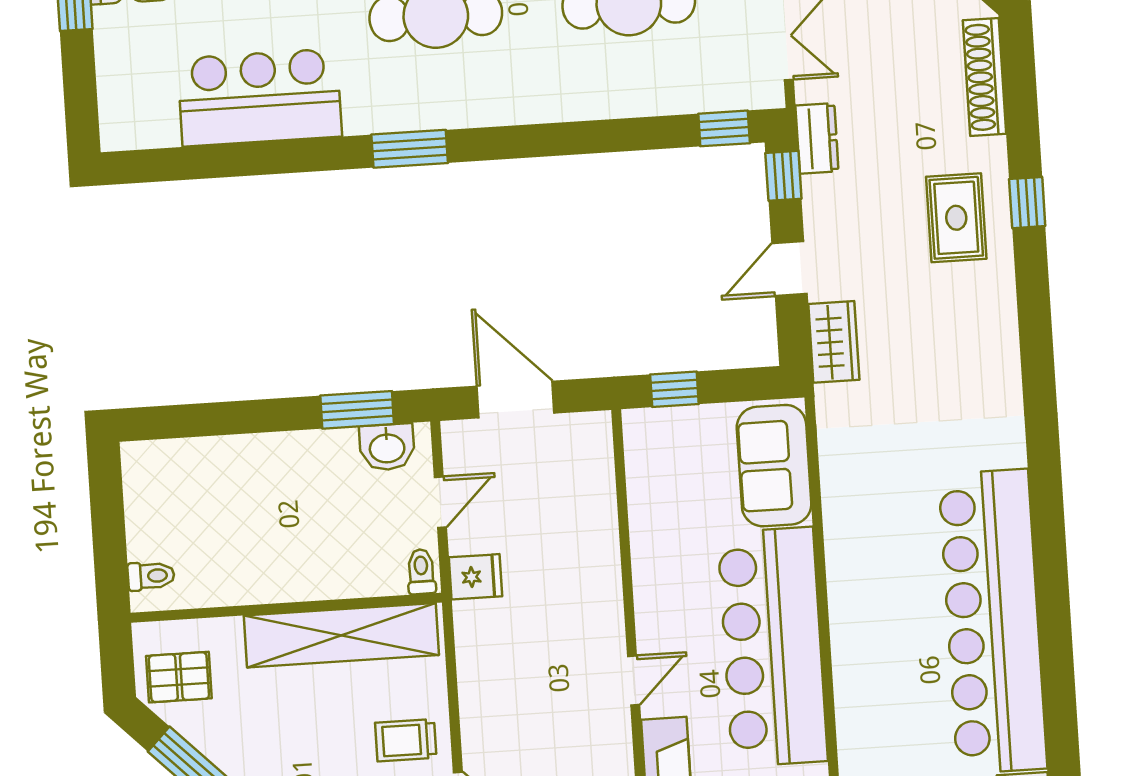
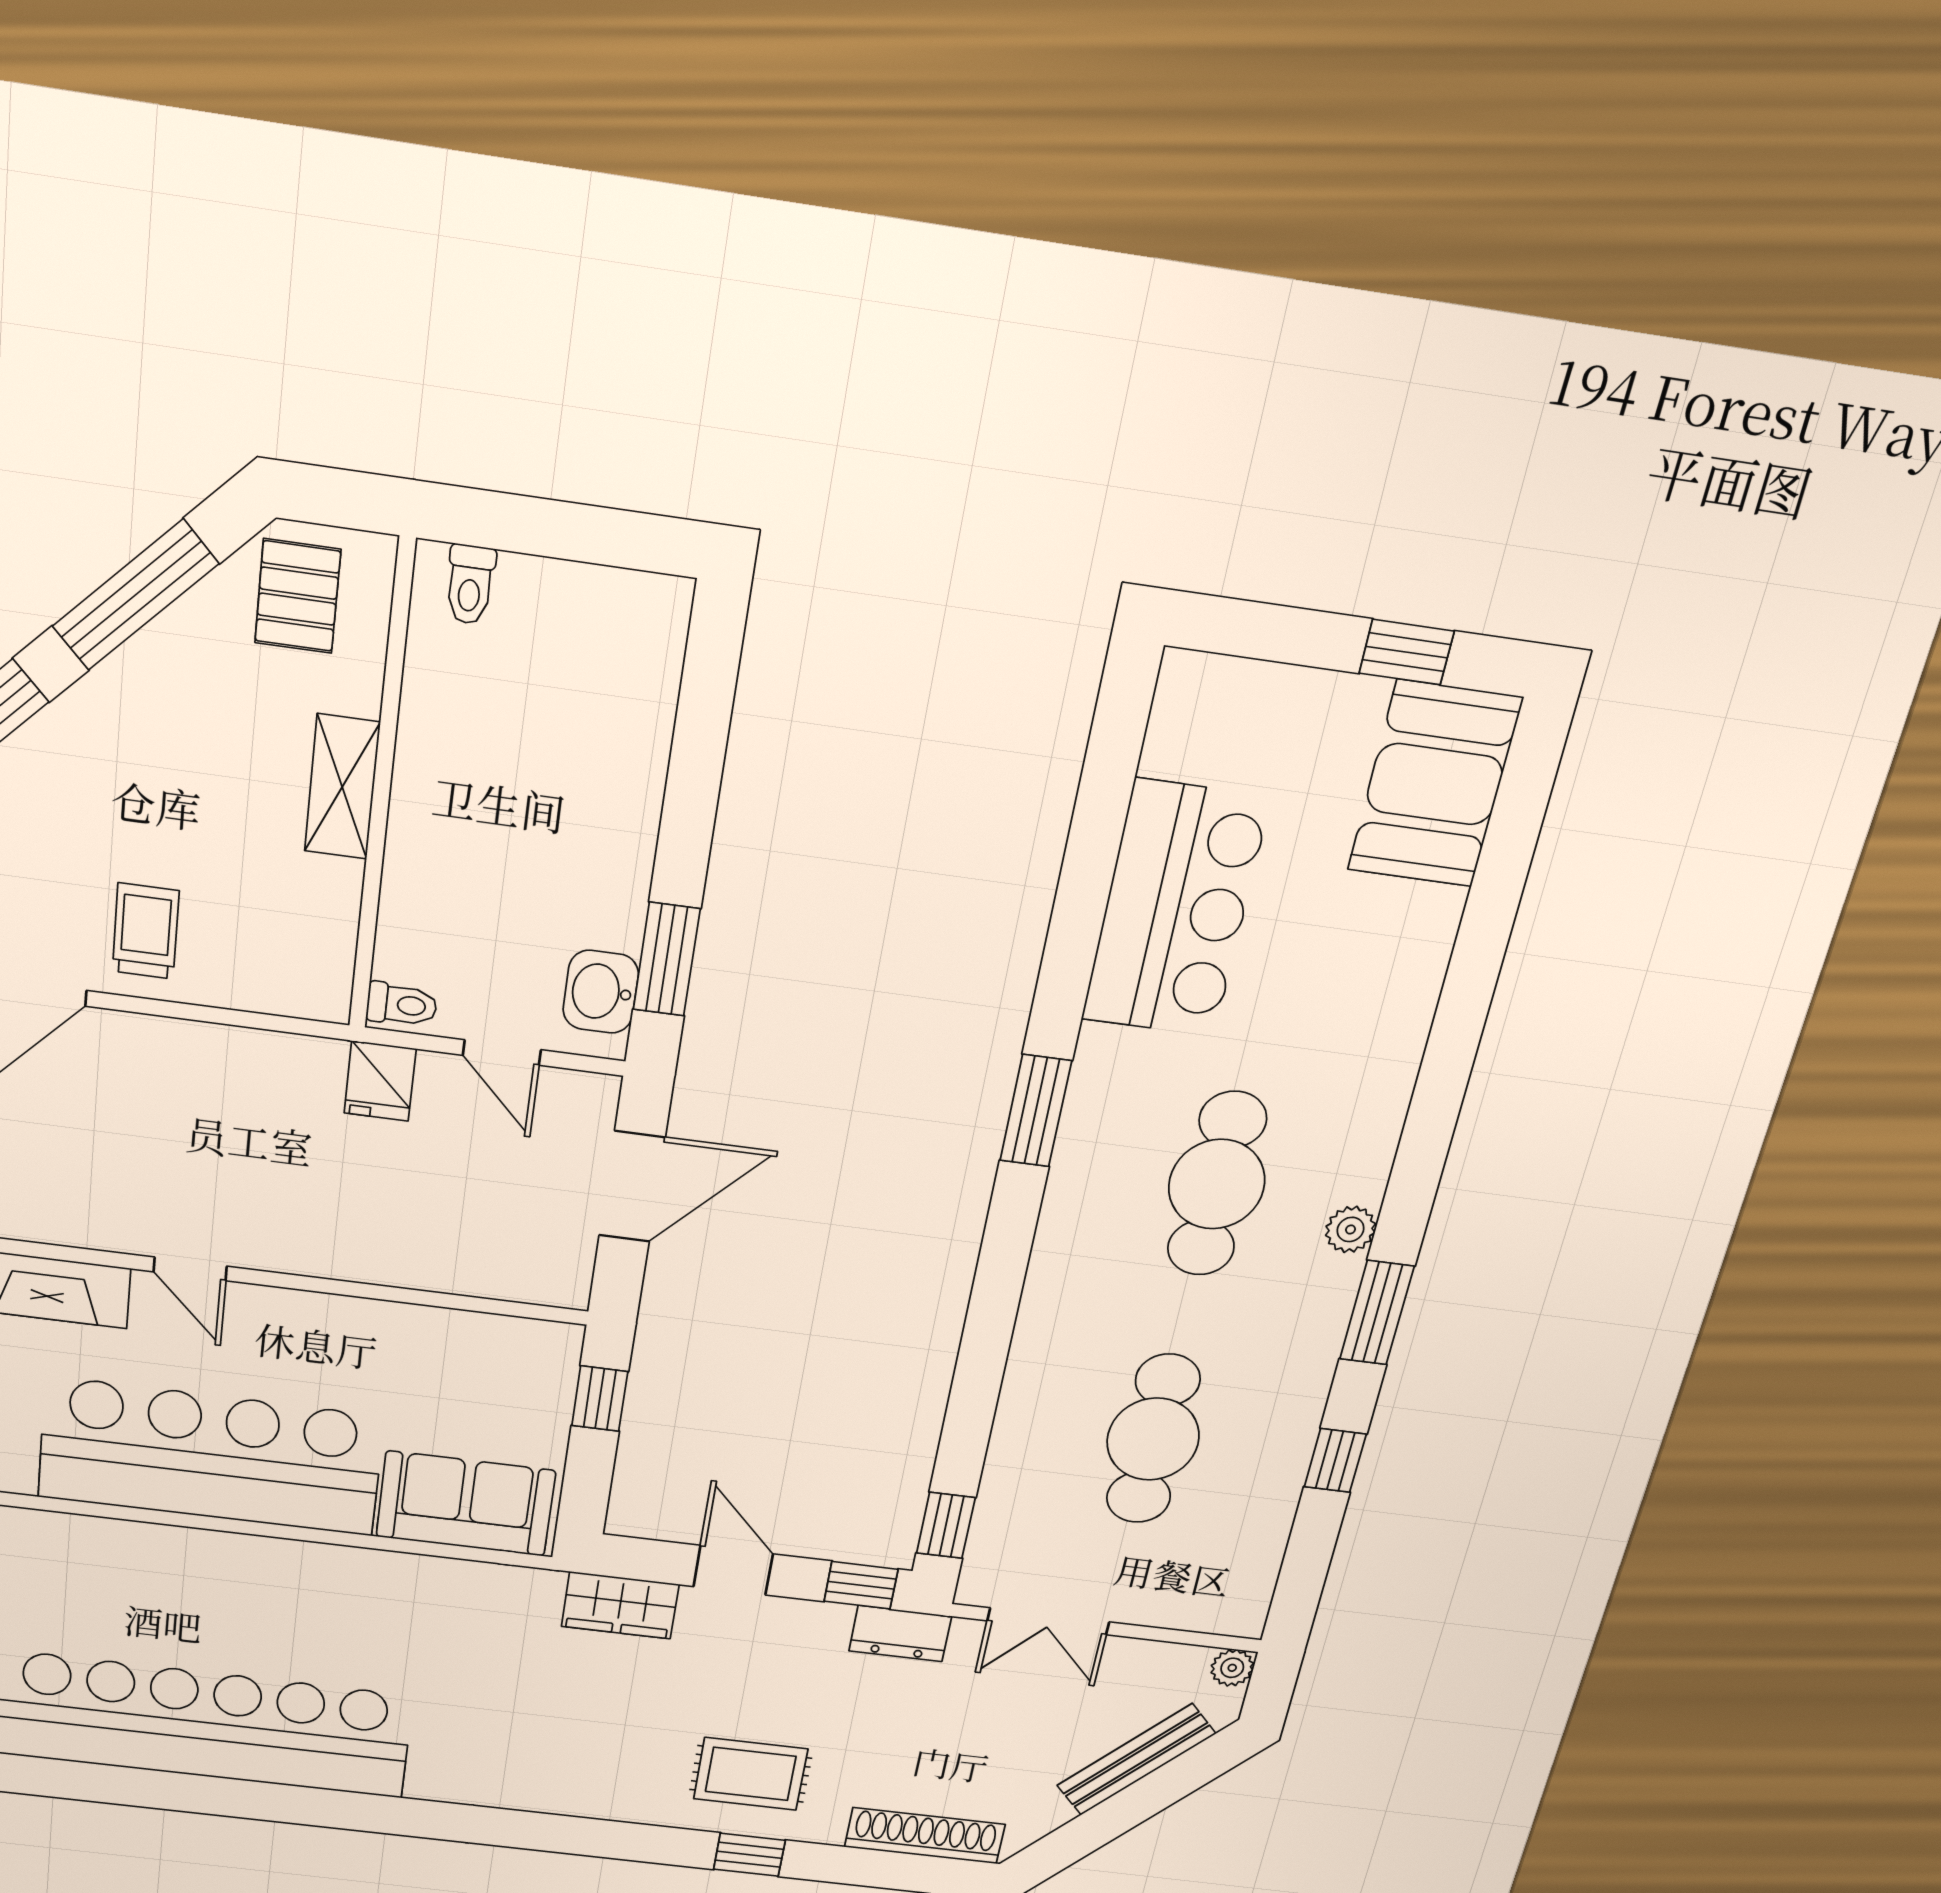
shelving: (341, 635) -> (342, 787), width x0.45, depth x0.75

